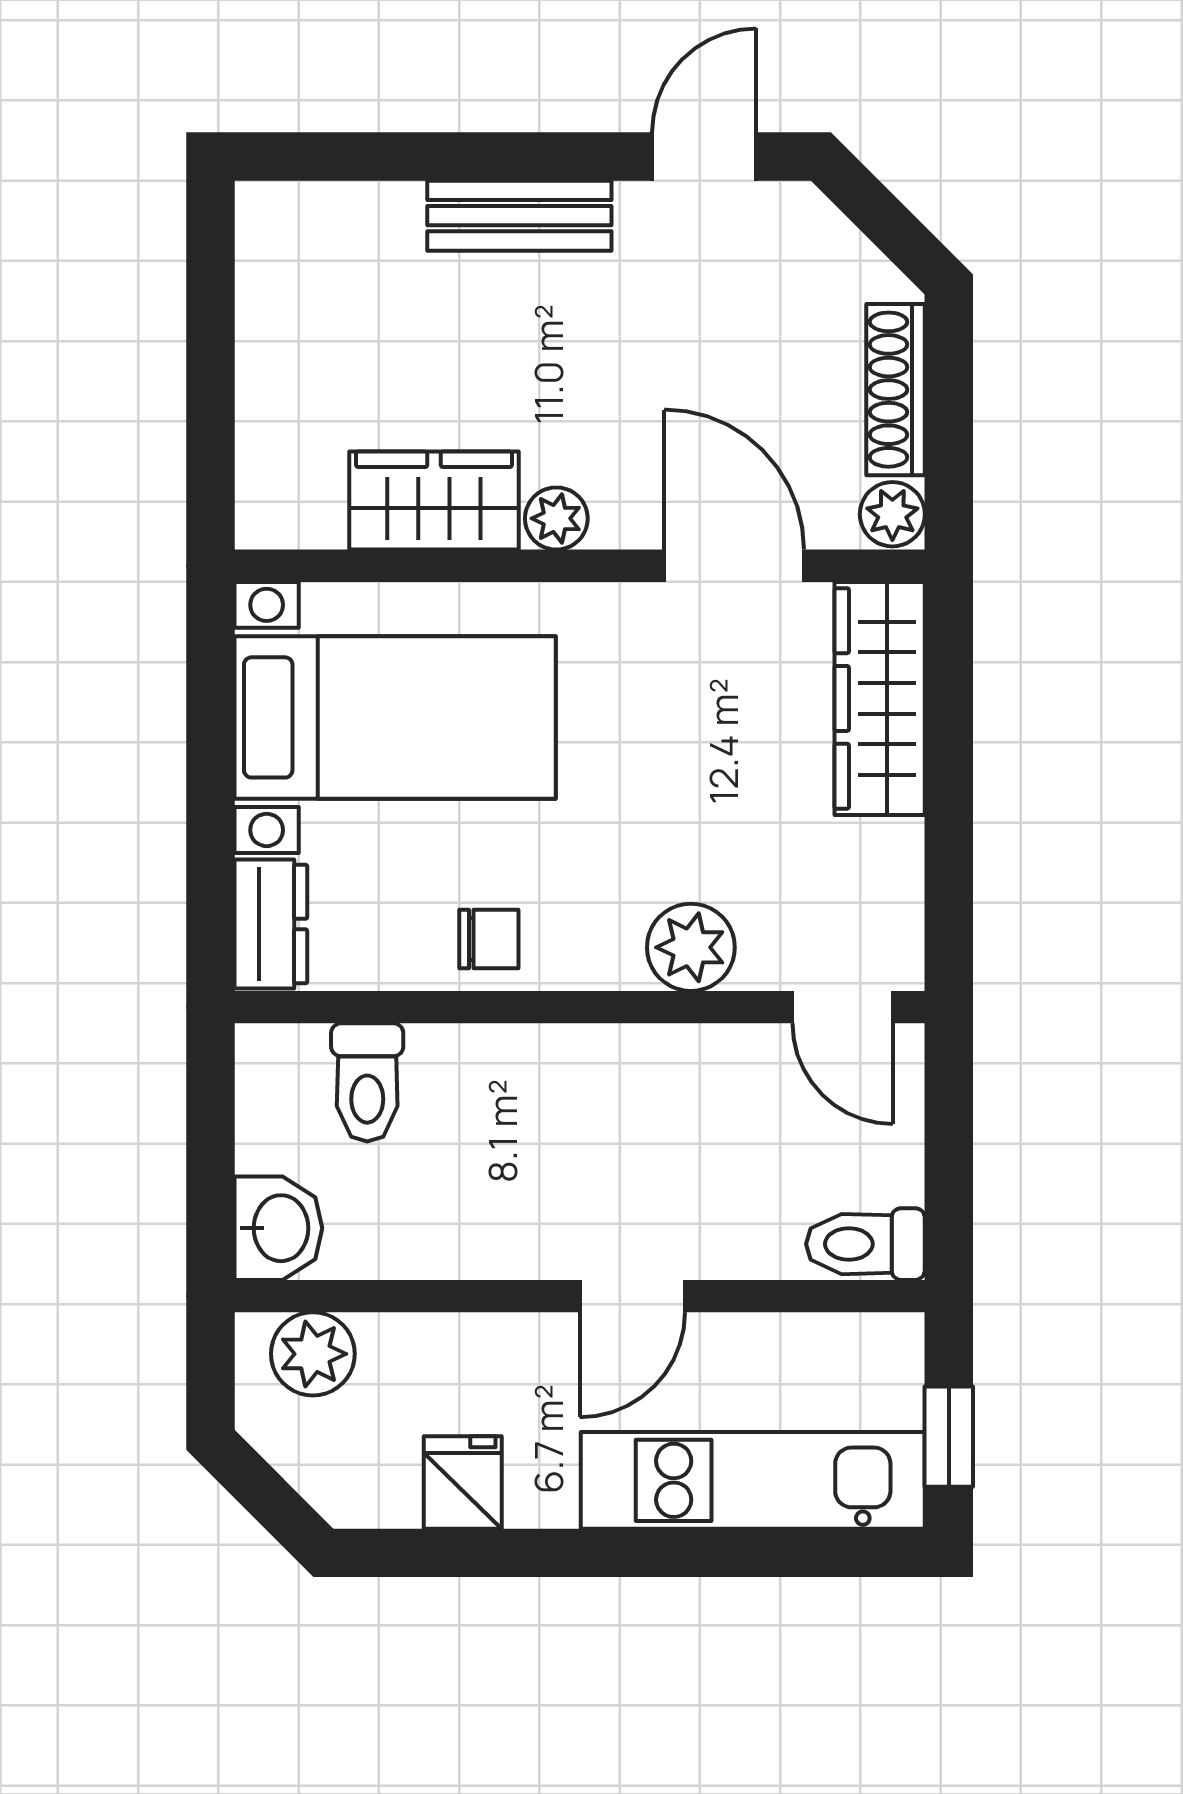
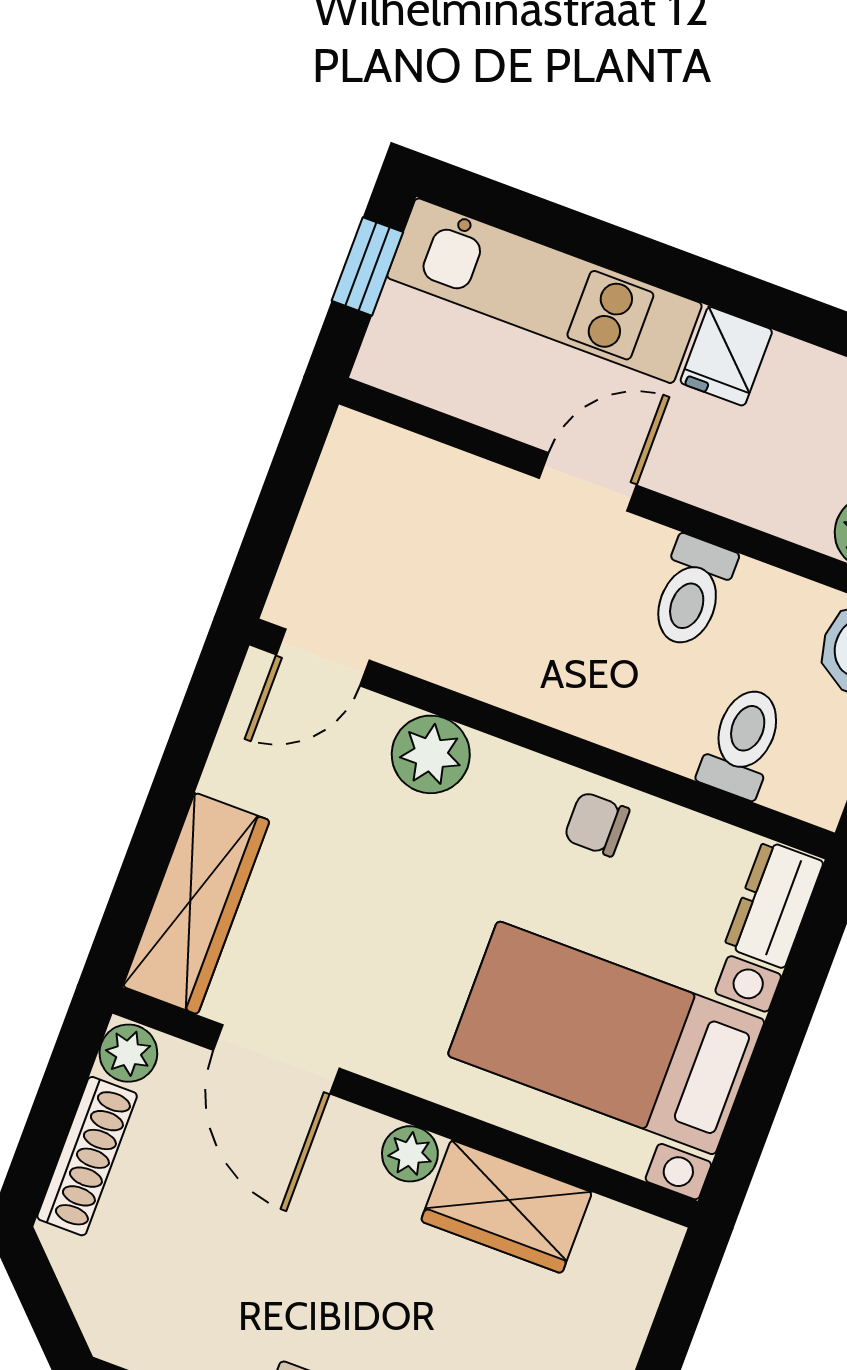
door: (843, 1007) -> (323, 657), swing flipped
toilet: (865, 1244) -> (692, 592), moved, turned 90
fridge: (463, 1483) -> (726, 356), moved

